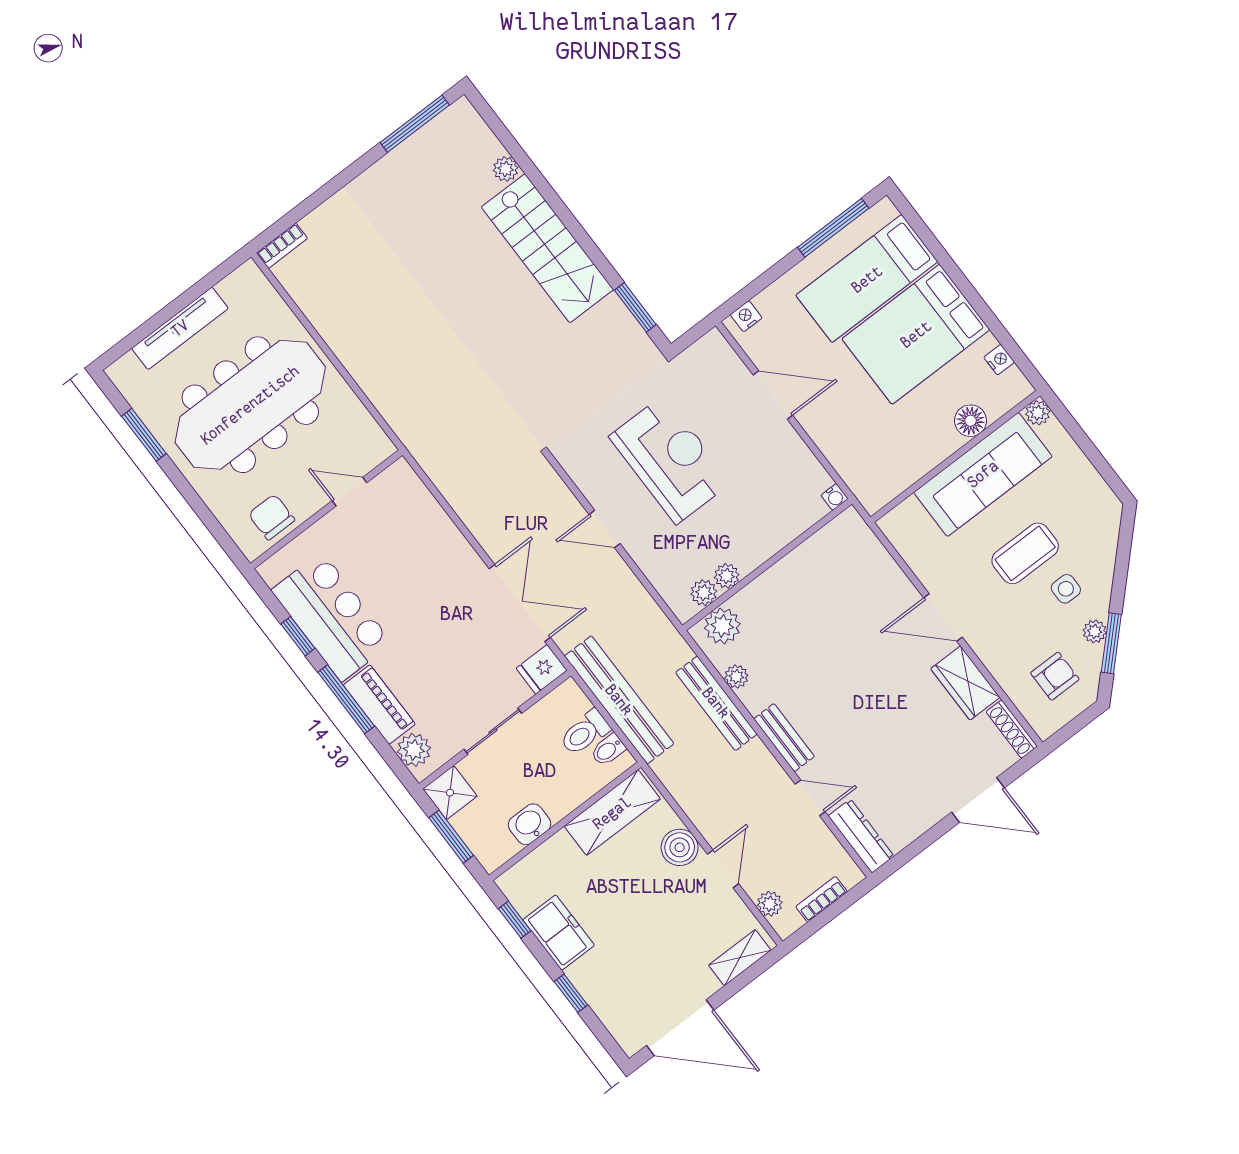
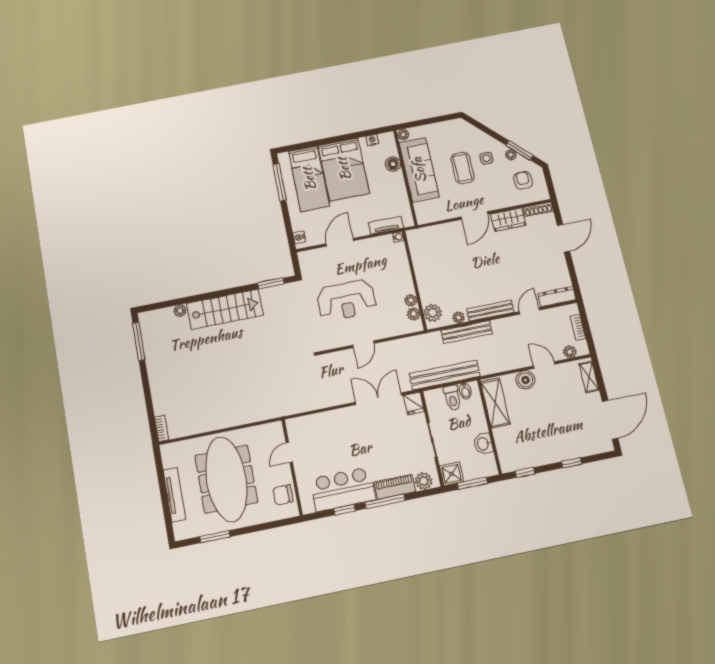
reception desk: (670, 460) -> (346, 300), turned 180
tv unit: (846, 464) -> (386, 225), added
bench: (784, 738) -> (490, 311), width x1.36
freezer: (559, 933) -> (540, 455), removed

